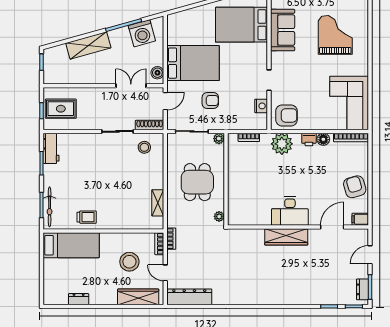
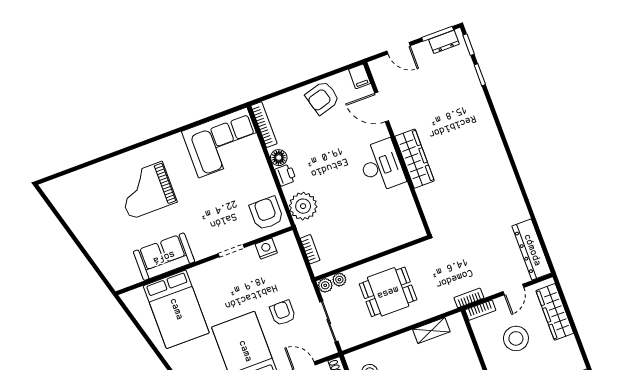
plant: (219, 216) -> (339, 280), moved

